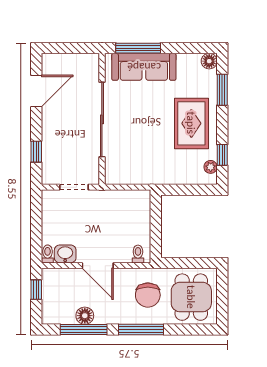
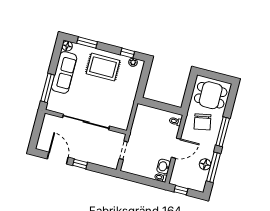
sofa: (144, 67) -> (64, 72), moved
window: (36, 152) -> (80, 164), moved
chair: (148, 295) -> (202, 122), turned 79

